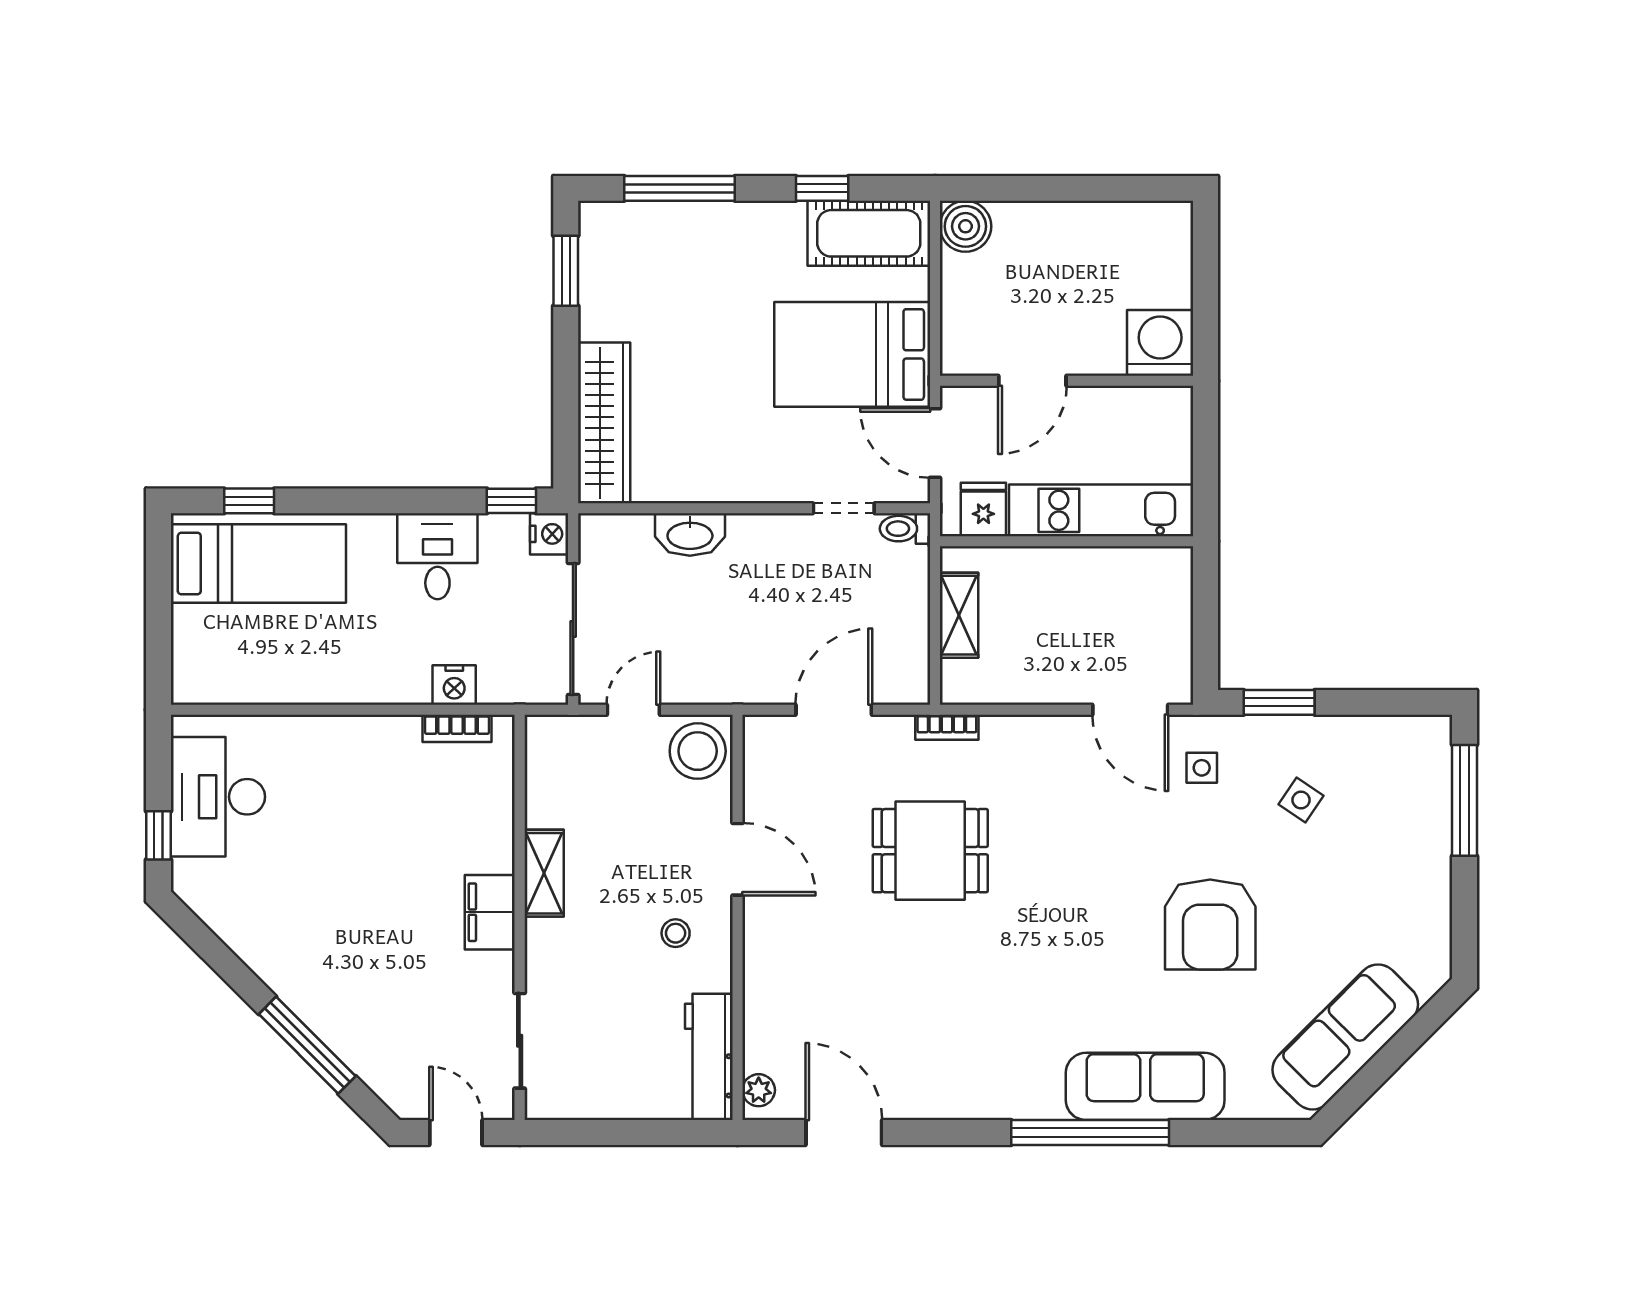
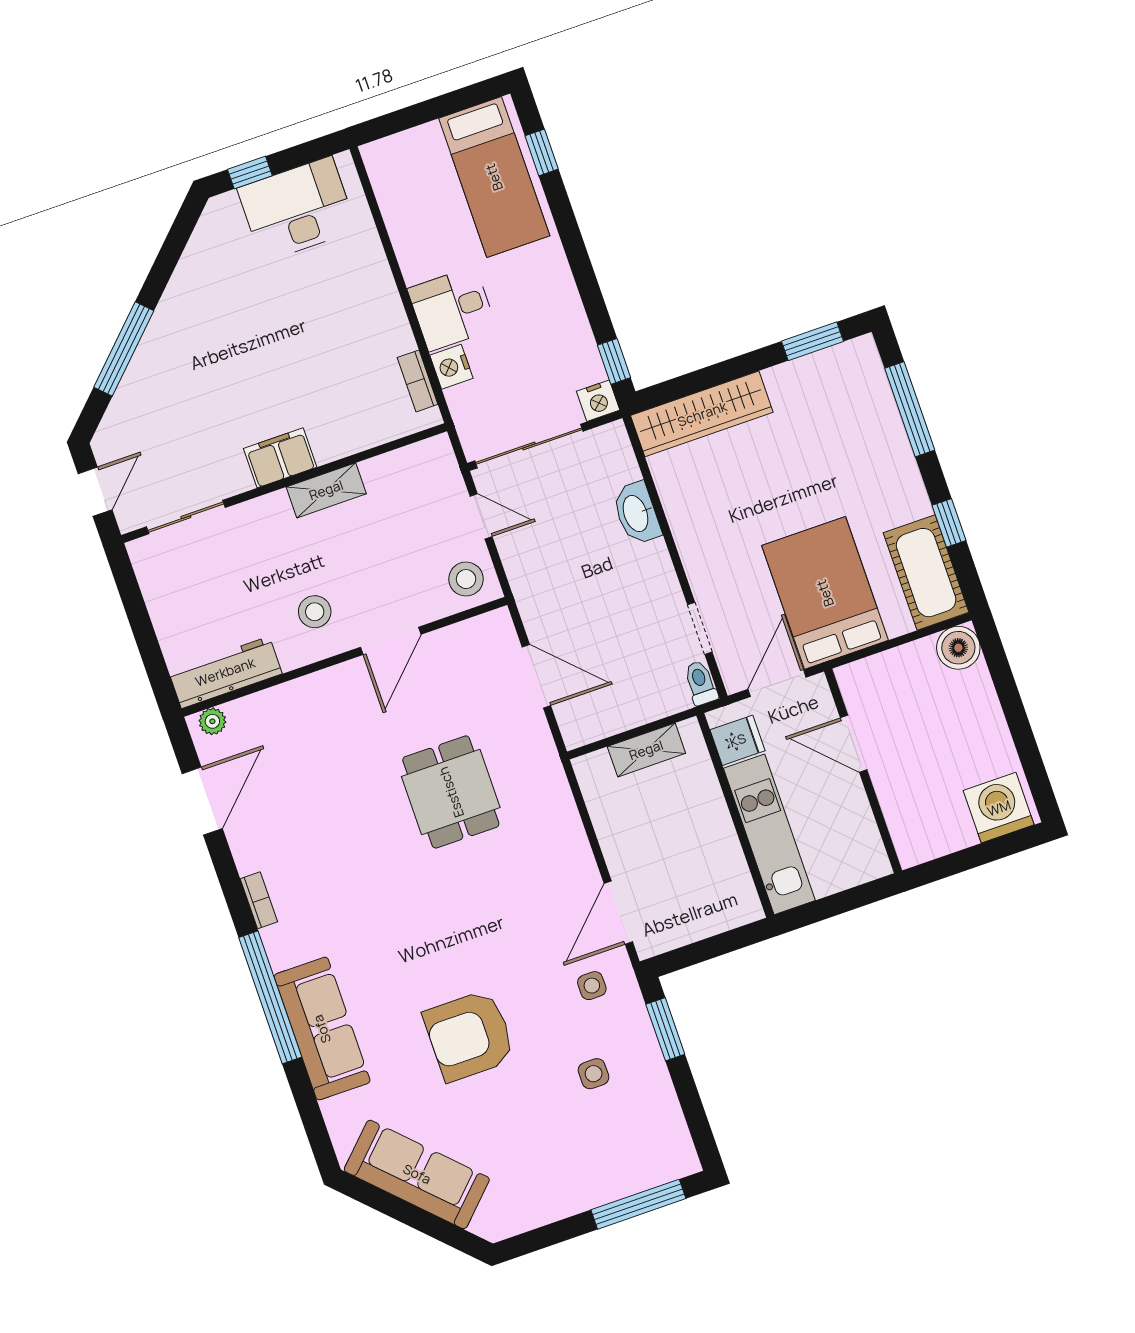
washing machine: (1160, 343) -> (999, 808), moved, turned -90
desk: (437, 556) -> (452, 309), moved, turned 180
bookcase: (947, 727) -> (259, 900), moved, turned 180
stool: (698, 751) -> (466, 579), width x0.73, depth x0.73
side table: (1301, 800) -> (594, 1074), turned -34
stool: (676, 933) -> (315, 612), width x1.37, depth x1.37

